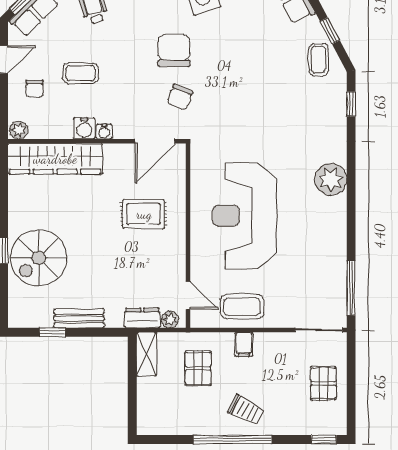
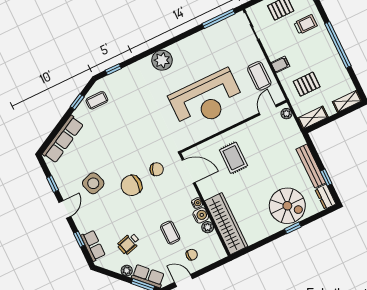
plant: (19, 130) -> (208, 227), moved
bench: (79, 318) -> (311, 166), width x1.36
dresser: (142, 318) -> (325, 197), moved
trolley: (246, 410) -> (306, 24), moved, turned 63
shelving: (146, 414) -> (347, 101), added

